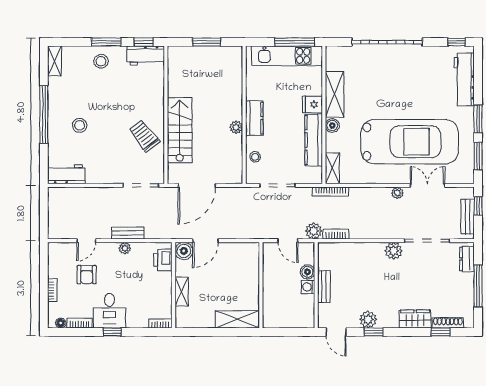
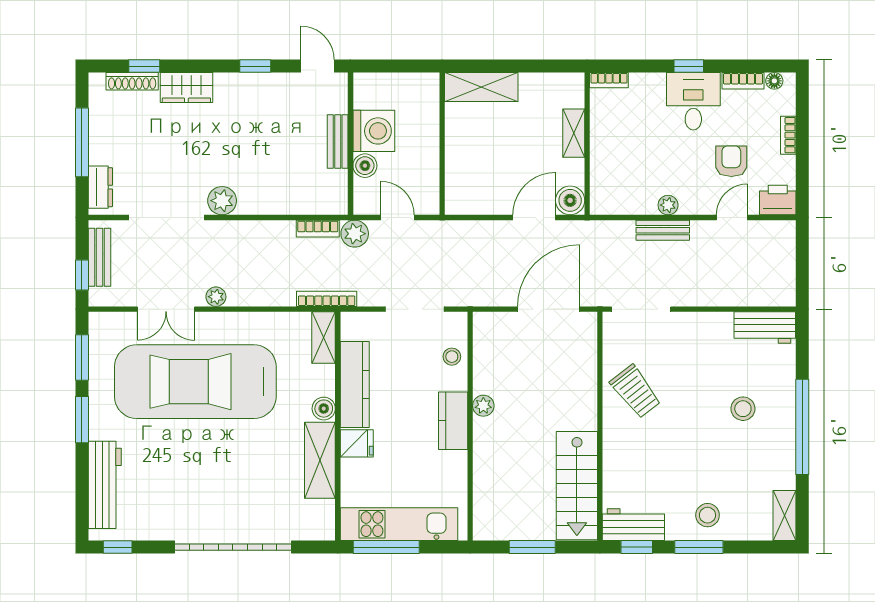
stairs: (180, 130) -> (577, 486), moved
printer: (163, 260) -> (778, 200), moved, turned -90
washing machine: (308, 287) -> (374, 131), width x1.89, depth x1.89
plant: (368, 320) -> (264, 87), removed

